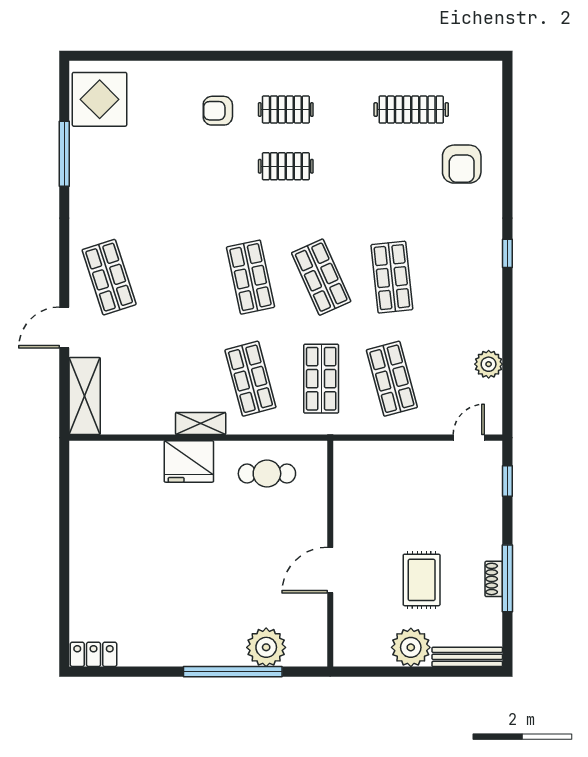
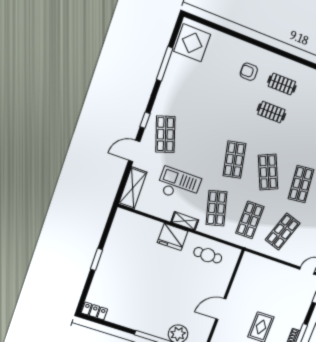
window: (64, 265) -> (145, 120), added
checkout: (166, 360) -> (179, 185), added
shop shelf: (392, 379) -> (283, 232), turned 33
window: (64, 553) -> (97, 259), added

